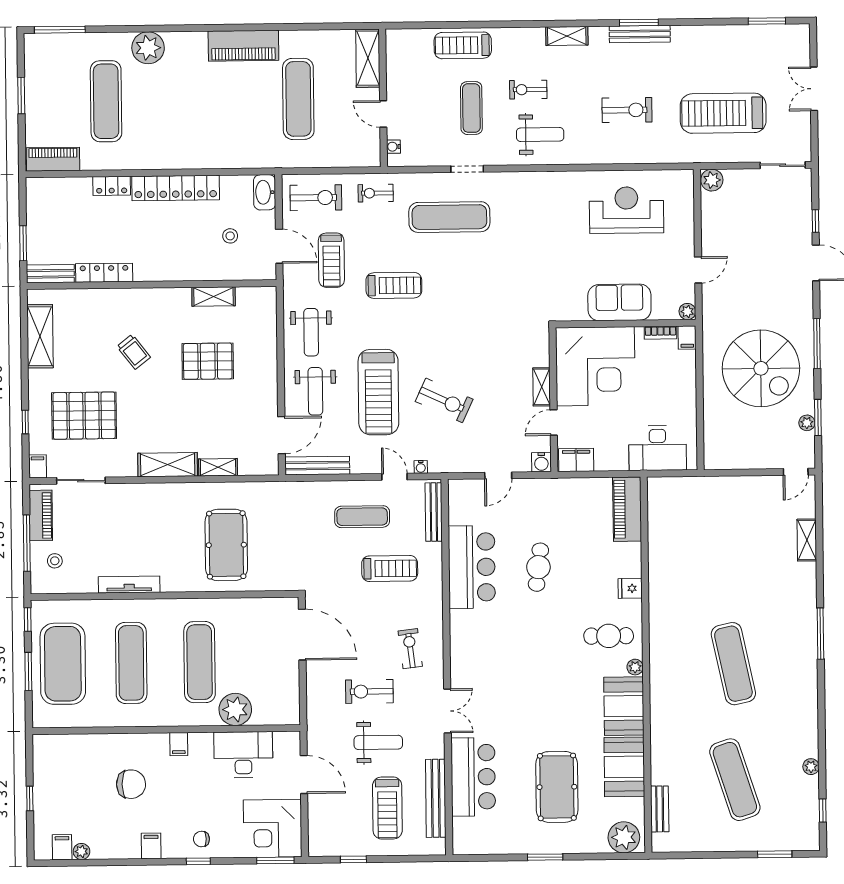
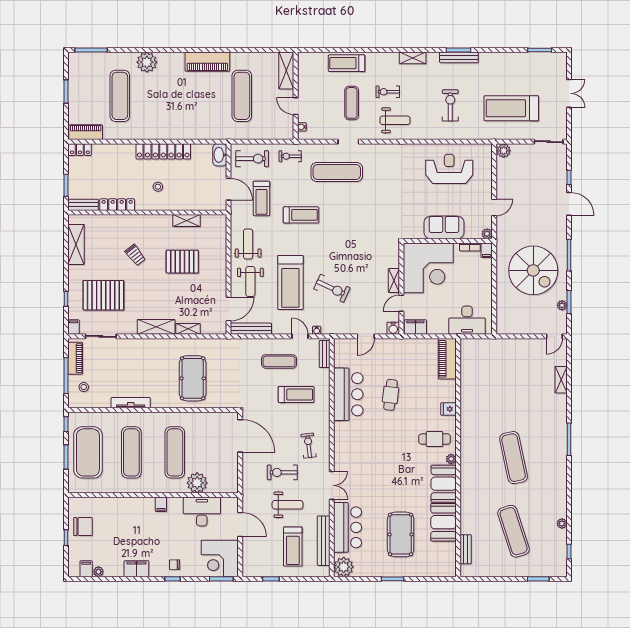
double door: (814, 89) -> (569, 93), swing flipped
exercise bike: (627, 110) -> (450, 105), turned -90
locker: (112, 186) -> (80, 150), moved
stool: (230, 236) -> (158, 187), moved
weight bench: (311, 332) -> (248, 244), turned 180
bench: (434, 512) -> (325, 354), width x0.73
chair: (131, 784) -> (83, 527), moved
plant: (624, 837) -> (344, 567), moved
filing cabinet: (151, 846) -> (136, 569), width x2.00

